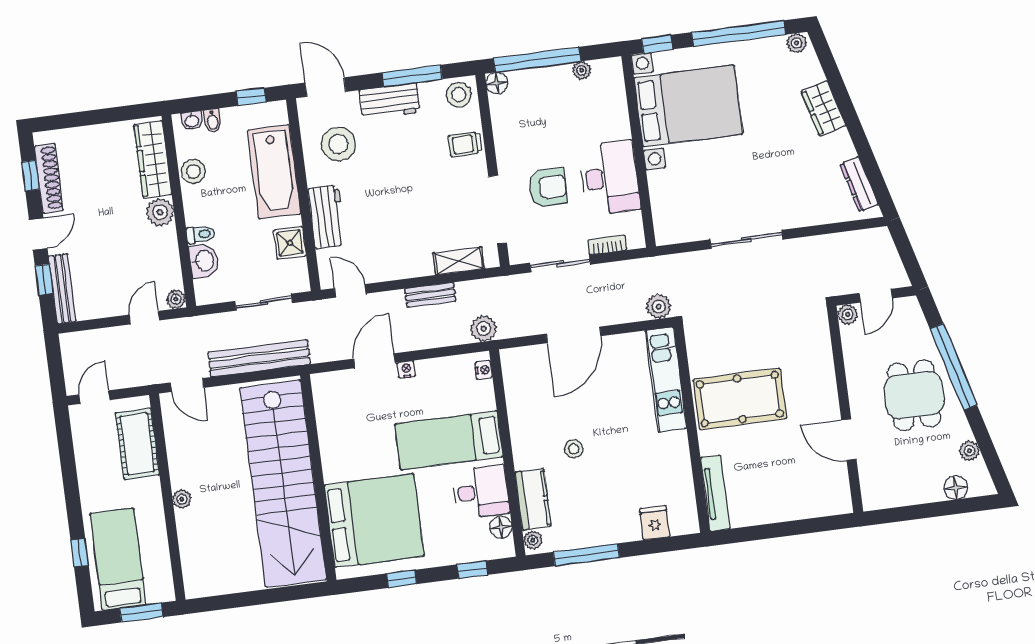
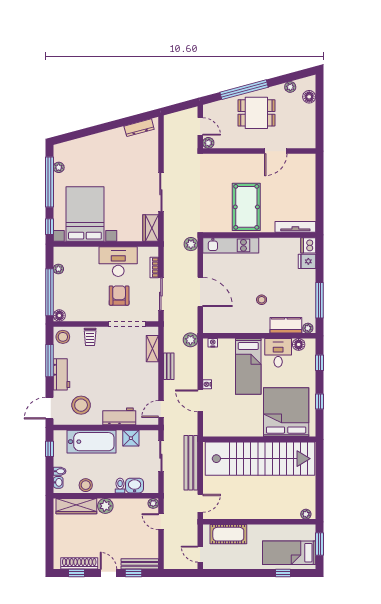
plant: (797, 43) -> (59, 167), moved
wardrobe: (823, 109) -> (151, 228), moved, turned 105
plant: (182, 499) -> (306, 514), moved
dishwasher: (684, 521) -> (308, 245), added

